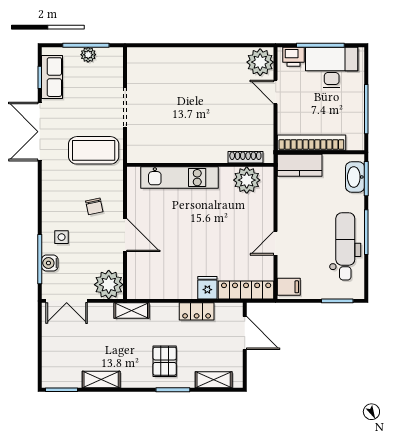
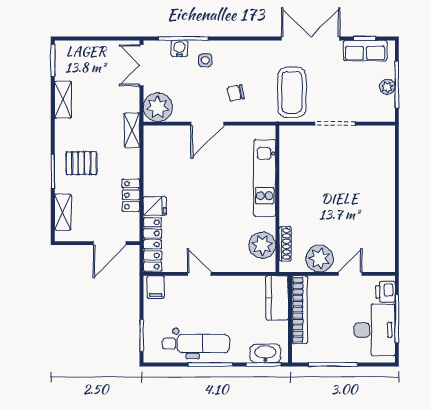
plant: (260, 62) -> (320, 259), moved

